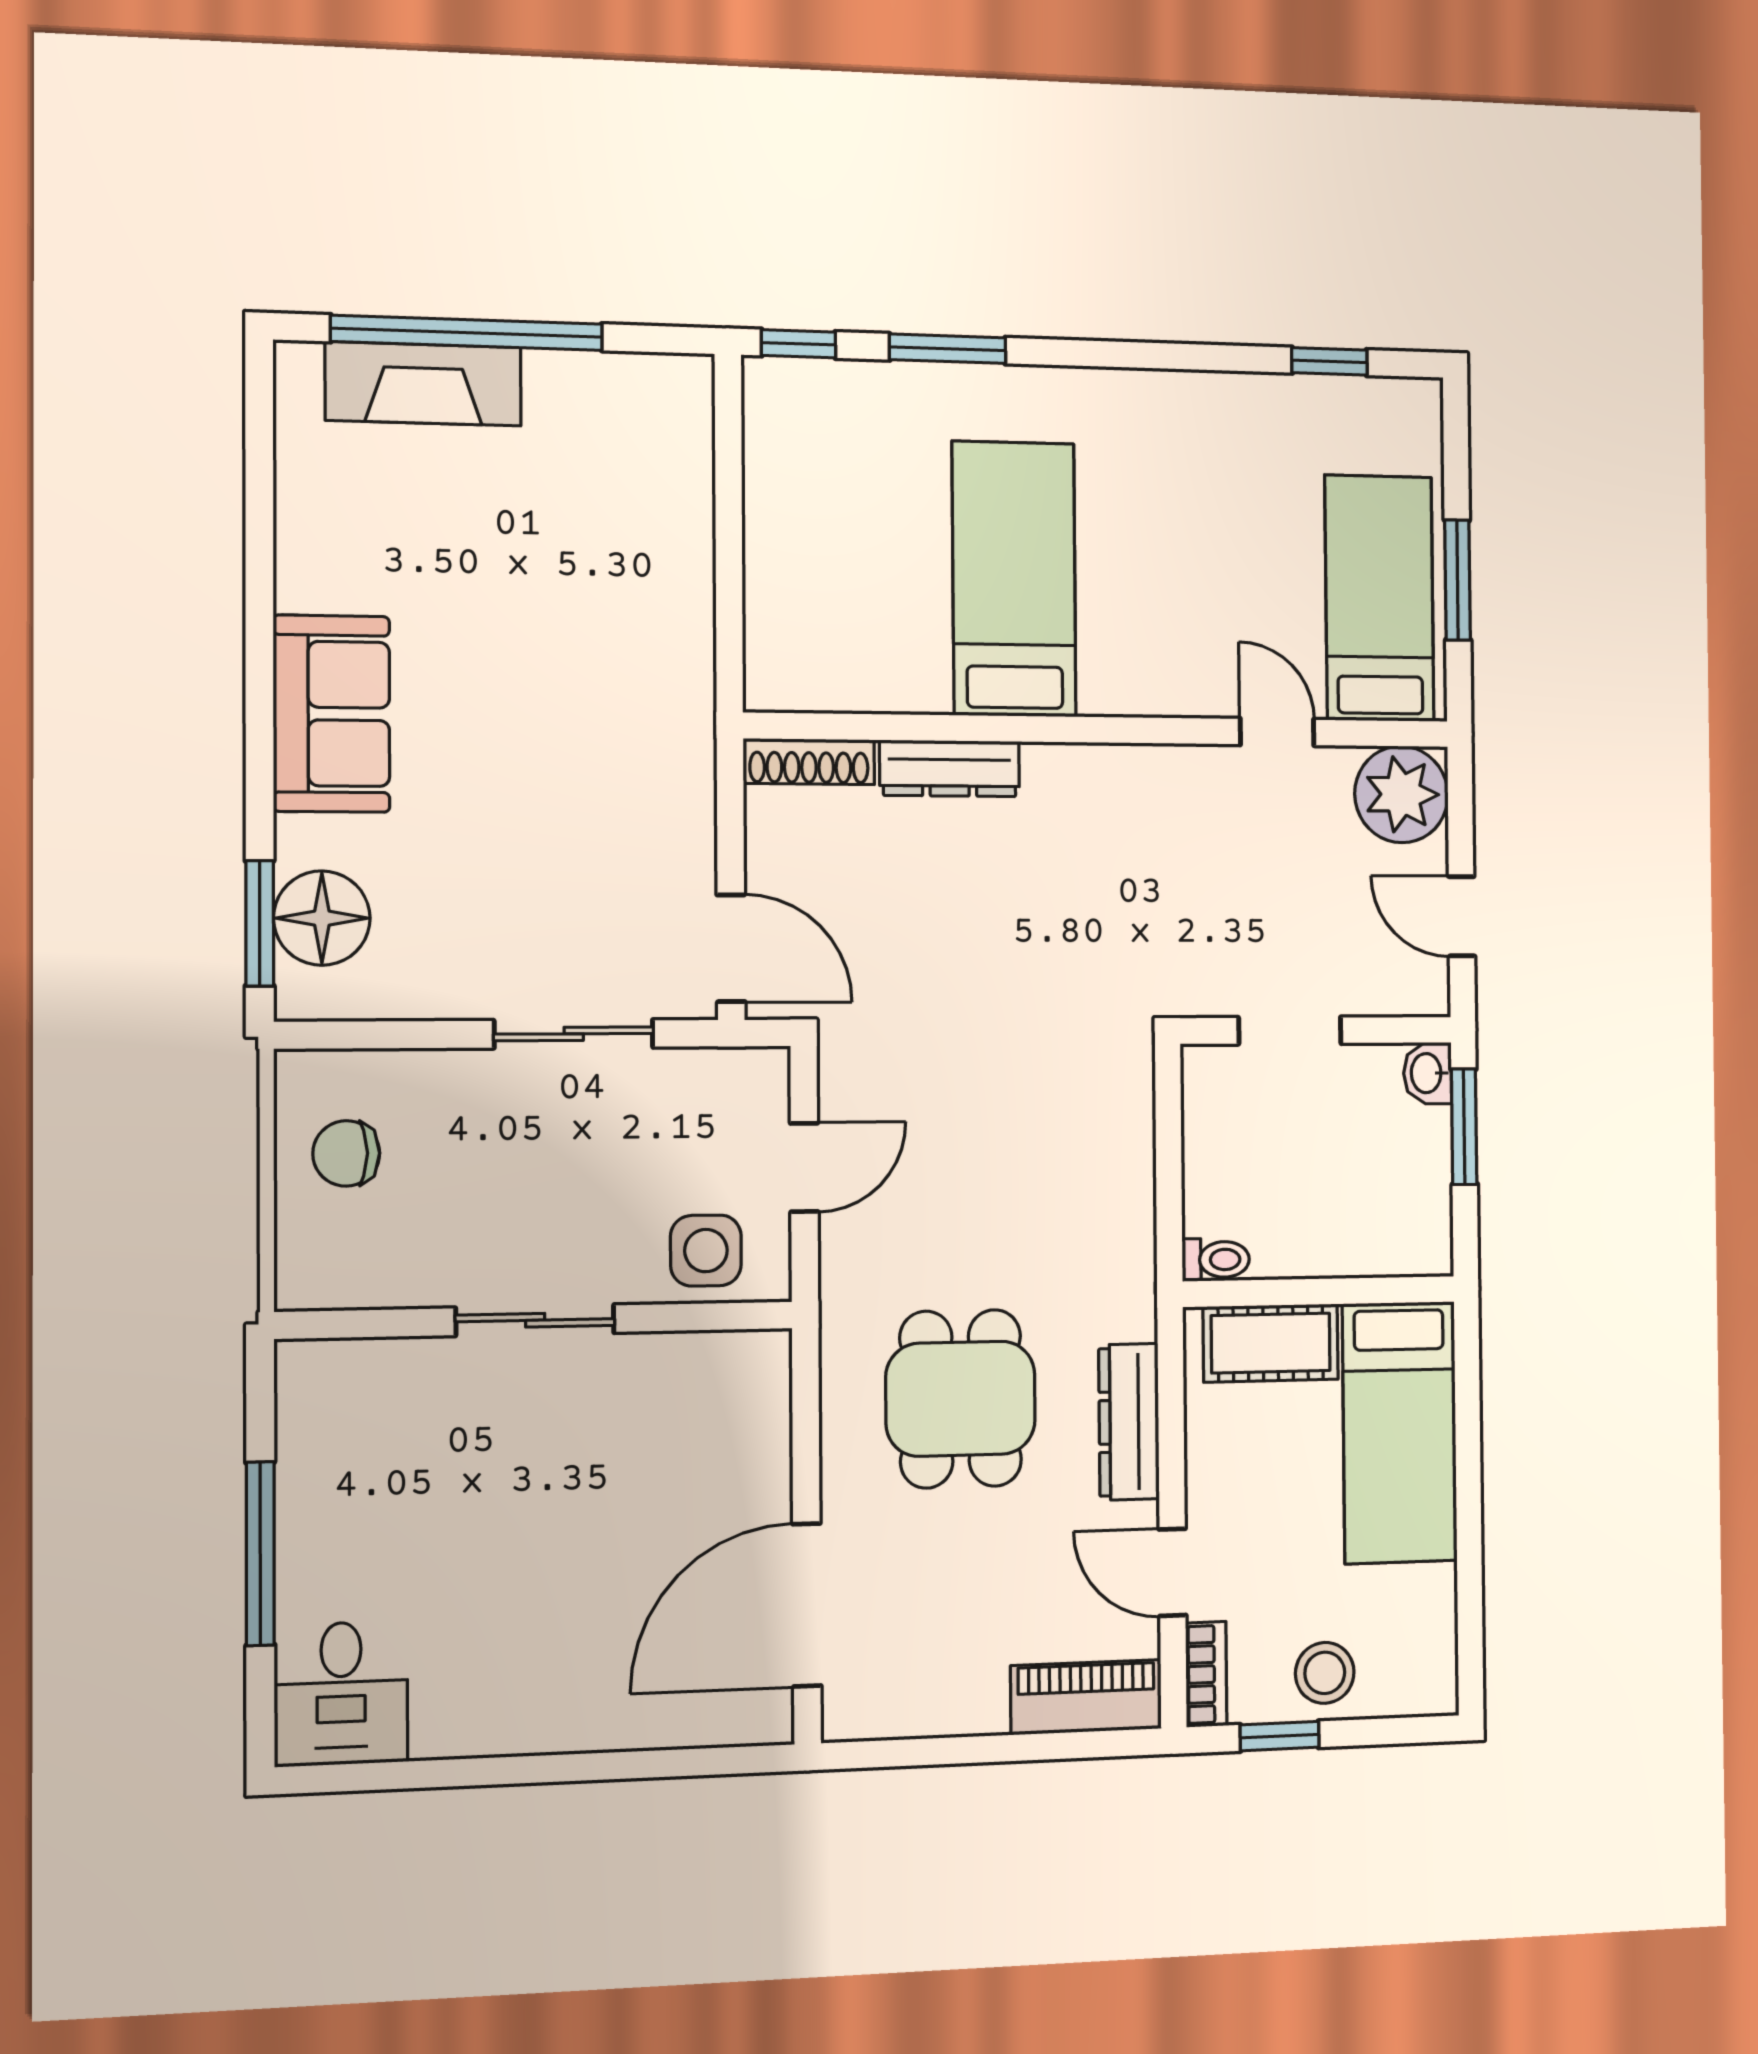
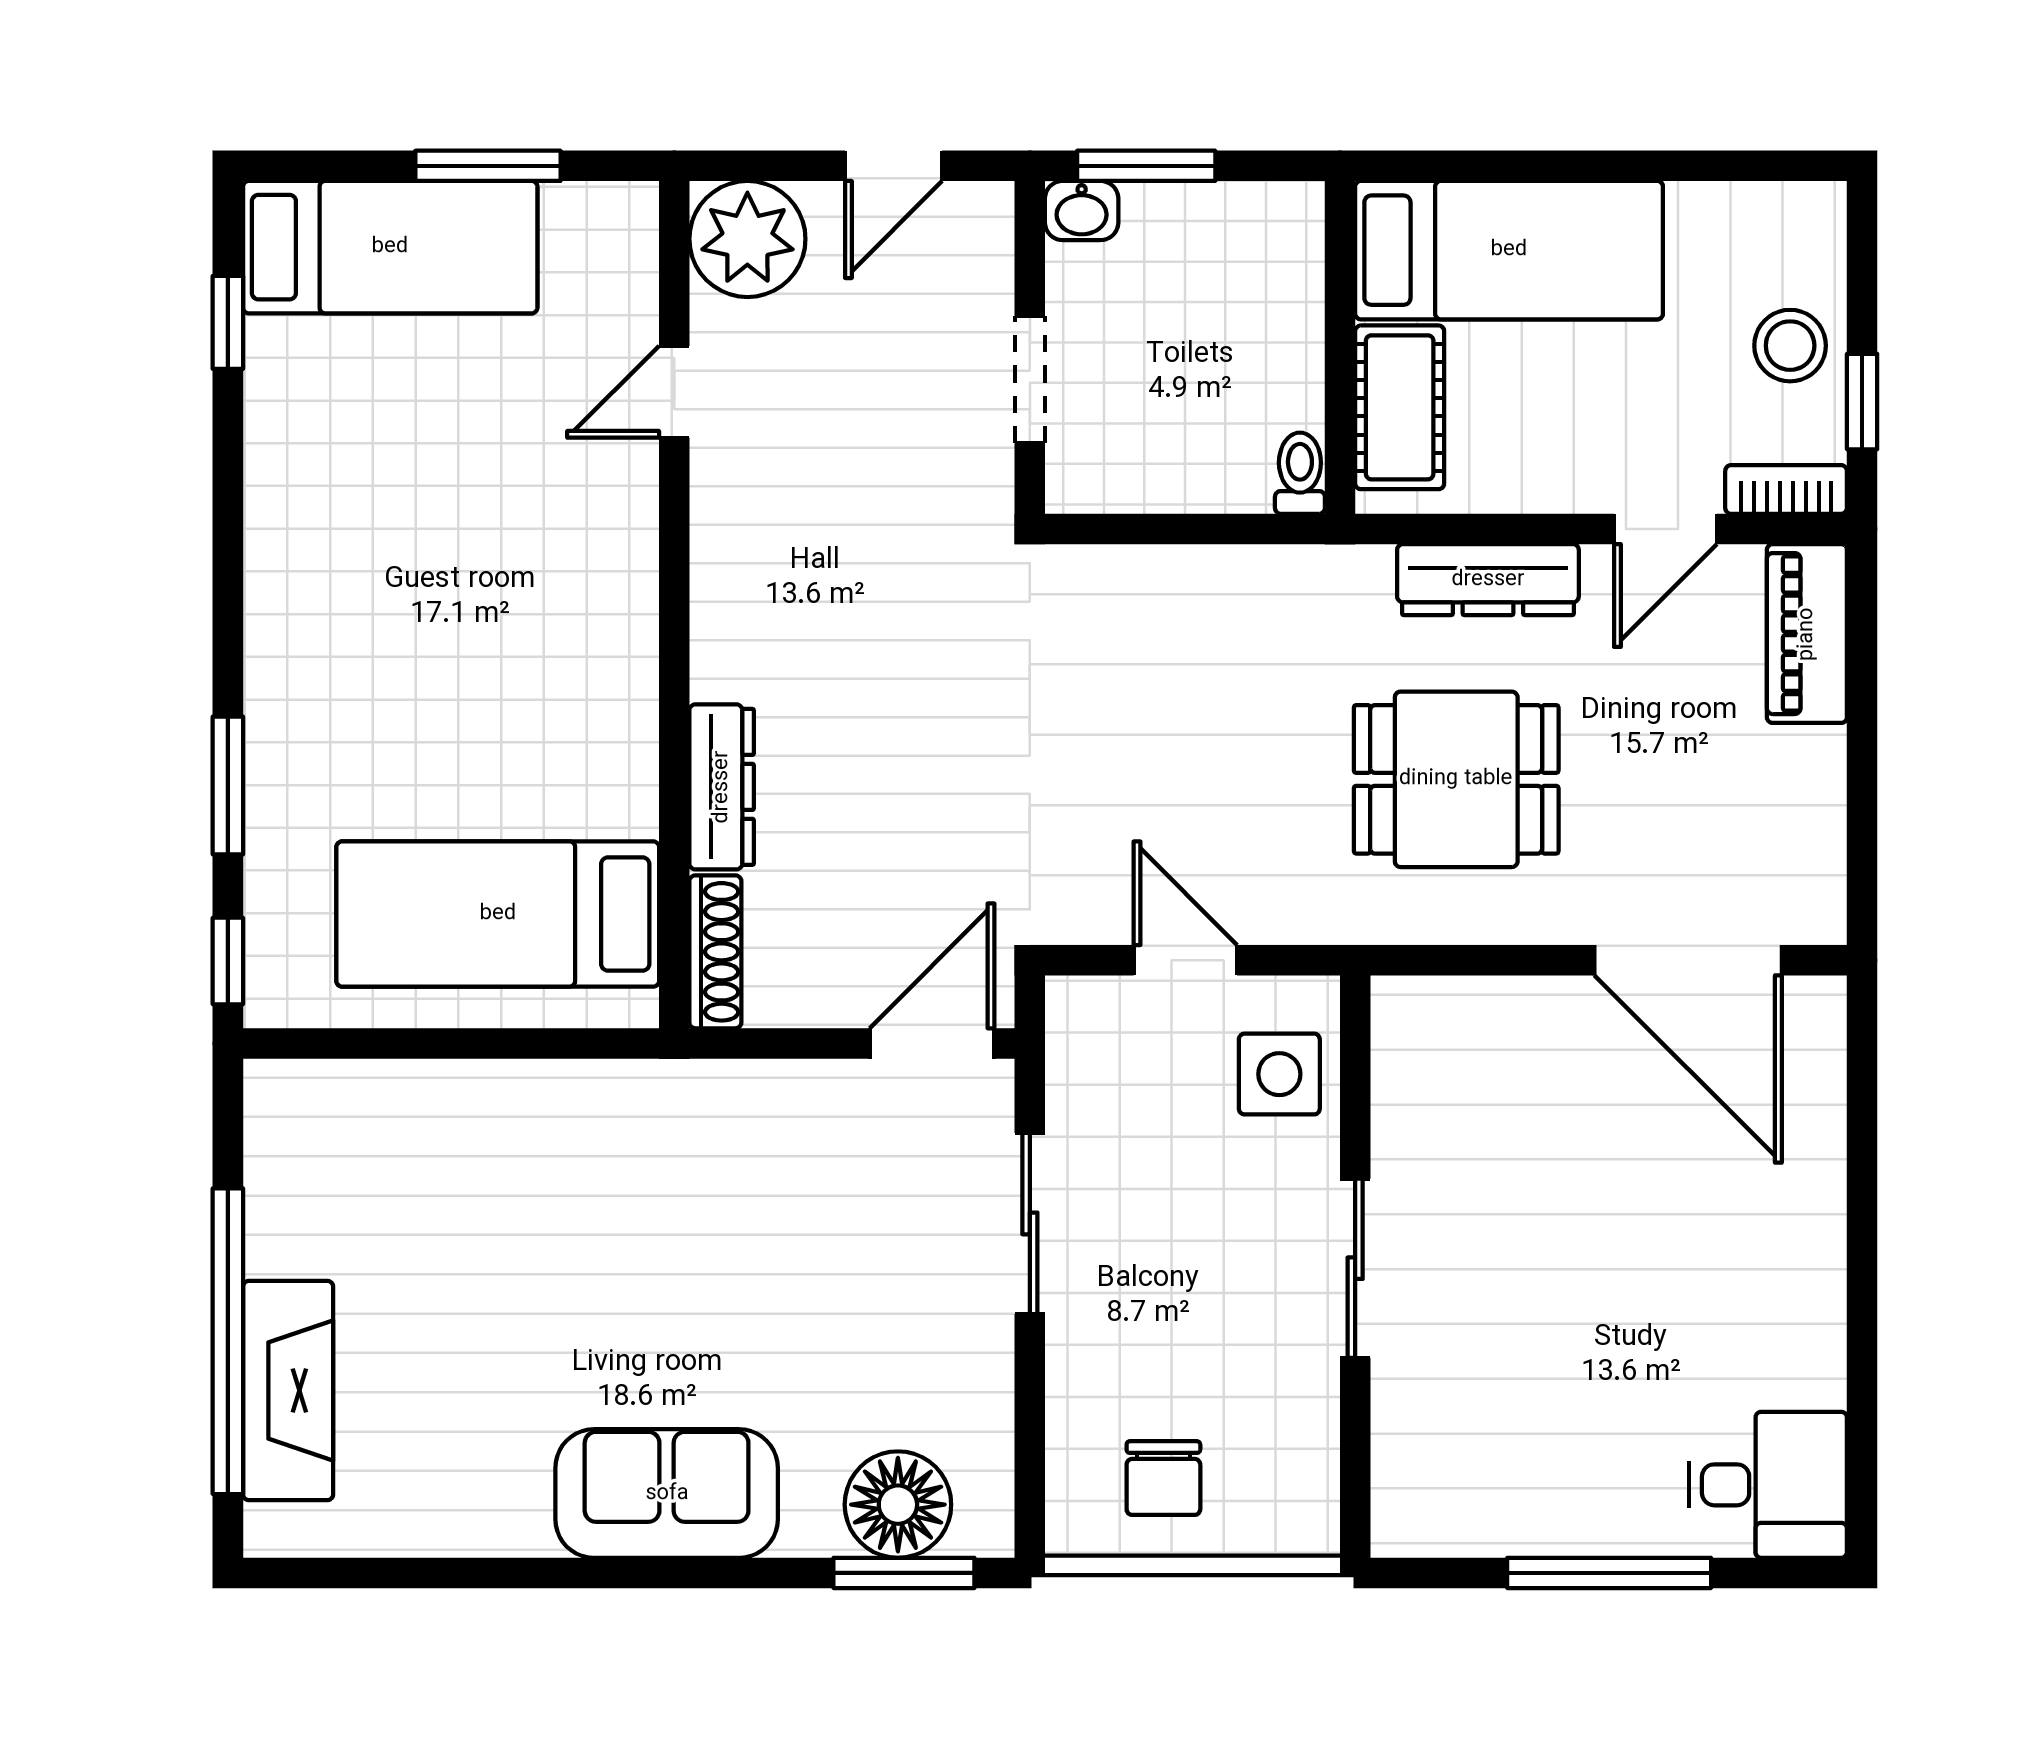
bed: (1014, 579) -> (498, 914), moved
bed: (1379, 598) -> (390, 247), moved, turned 180

